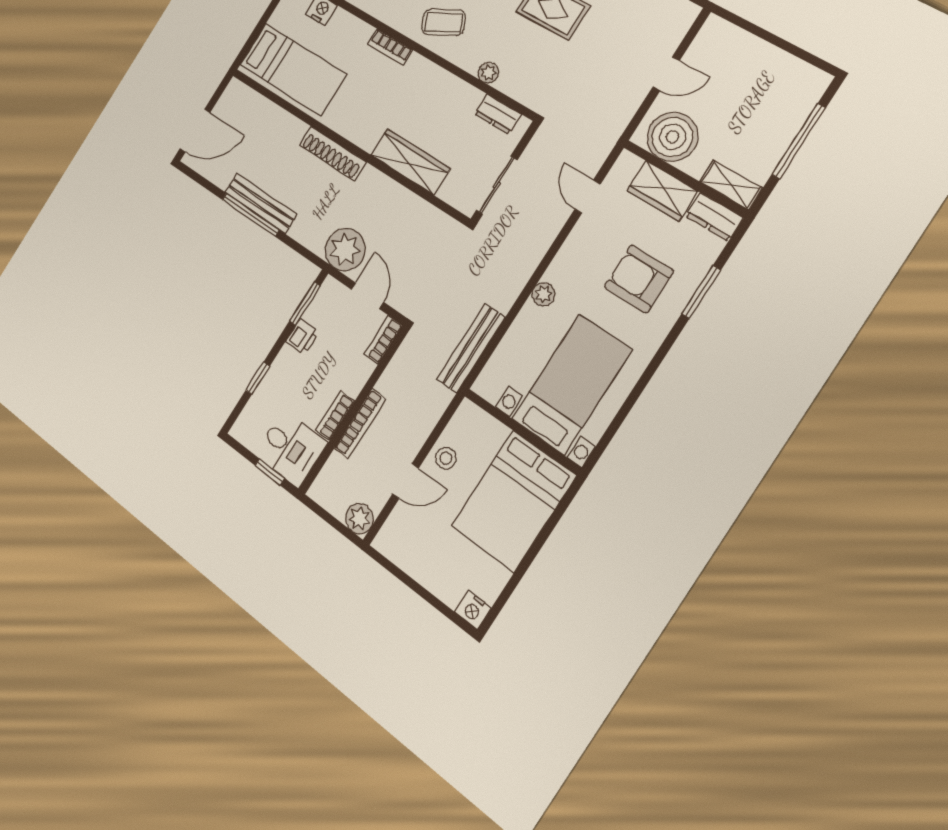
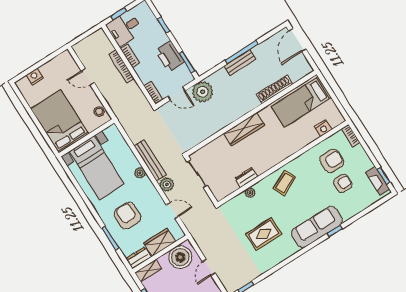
bookcase: (390, 47) -> (287, 153), removed
dresser: (498, 114) -> (246, 177), moved
shoe rack: (332, 153) -> (275, 89), moved
wardrobe: (410, 162) -> (244, 129), moved
bench: (261, 203) -> (240, 63), width x0.73
armchair: (639, 279) -> (127, 216), turned -90
printer: (302, 337) -> (170, 56), width x1.87, depth x1.48
bench: (471, 348) -> (150, 160), moved
stool: (446, 458) -> (99, 111), moved
door: (405, 481) -> (88, 77), hinge flipped
plant: (359, 519) -> (167, 185), moved
nightstand: (473, 610) -> (35, 77), moved

